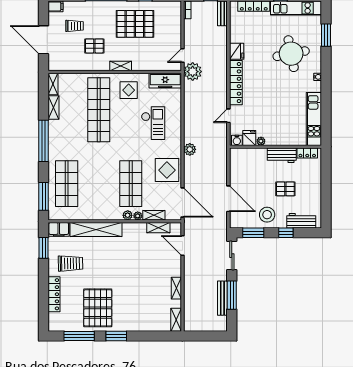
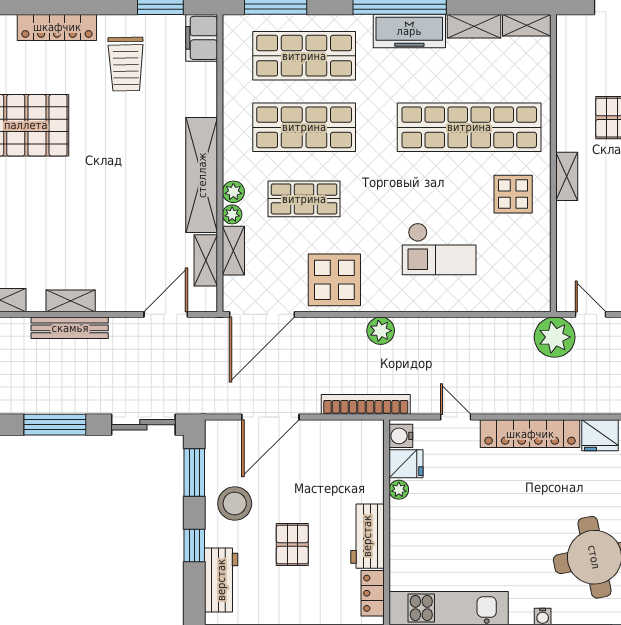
freezer: (165, 81) -> (409, 31), moved, turned -90
bookcase: (223, 156) -> (366, 404), added
shop shelf: (99, 184) -> (304, 127), added
shop shelf: (131, 184) -> (304, 199), width x0.70, depth x0.74
shelving: (96, 229) -> (202, 175), moved
bench: (222, 298) -> (70, 328), moved

